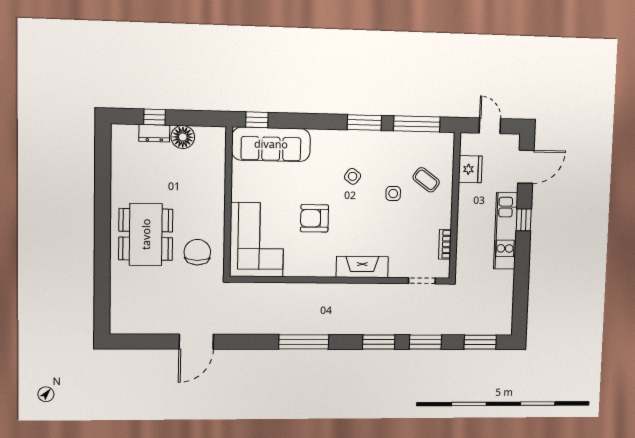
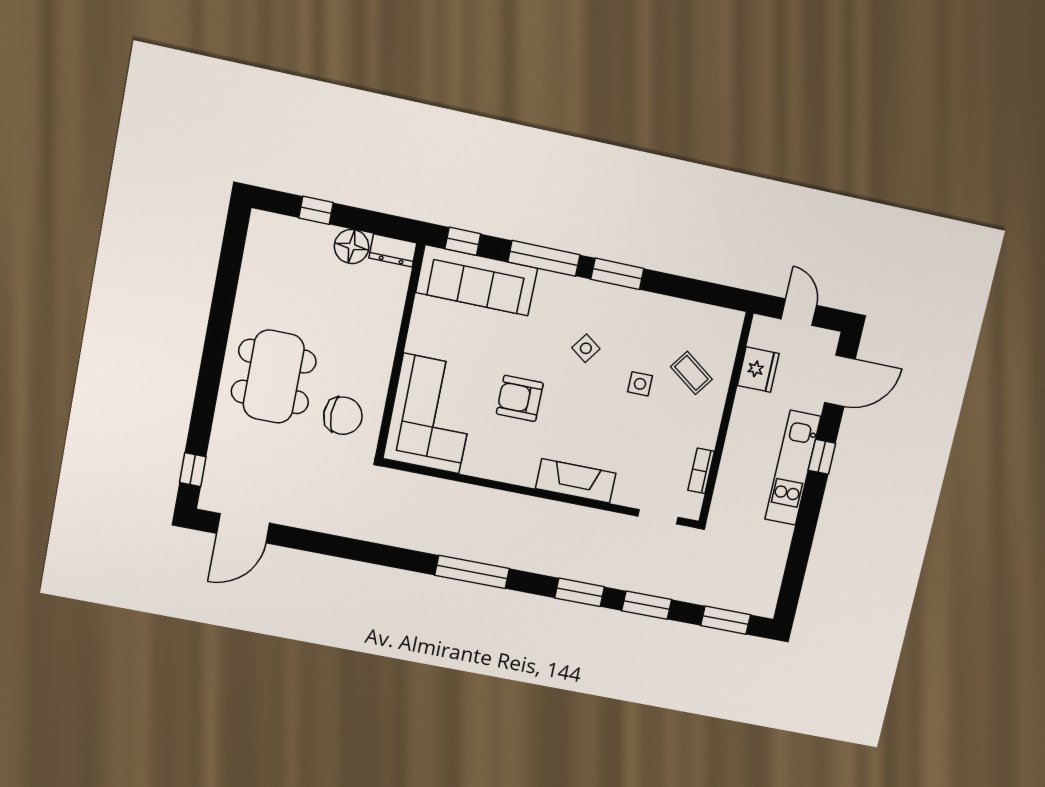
window: (417, 124) -> (544, 258), moved
dresser: (154, 133) -> (393, 250), moved
chair: (197, 252) -> (343, 416), turned 90
window: (102, 308) -> (193, 470), added
door: (196, 342) -> (243, 528), moved

